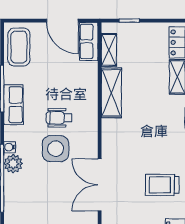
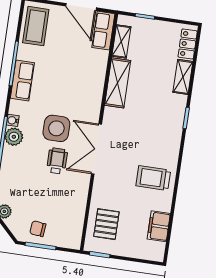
wheelchair: (59, 118) -> (57, 161), moved, turned 90
double door: (100, 185) -> (96, 149), moved

